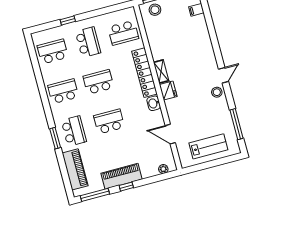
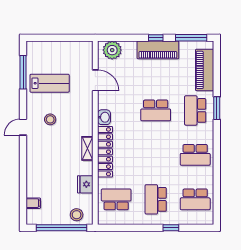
school desk: (99, 82) -> (156, 155), removed
fridge: (168, 91) -> (85, 184), moved
stool: (217, 92) -> (50, 119), moved
lab bench: (208, 146) -> (50, 83), moved, turned 180
plant: (163, 169) -> (112, 50), width x1.87, depth x1.87

